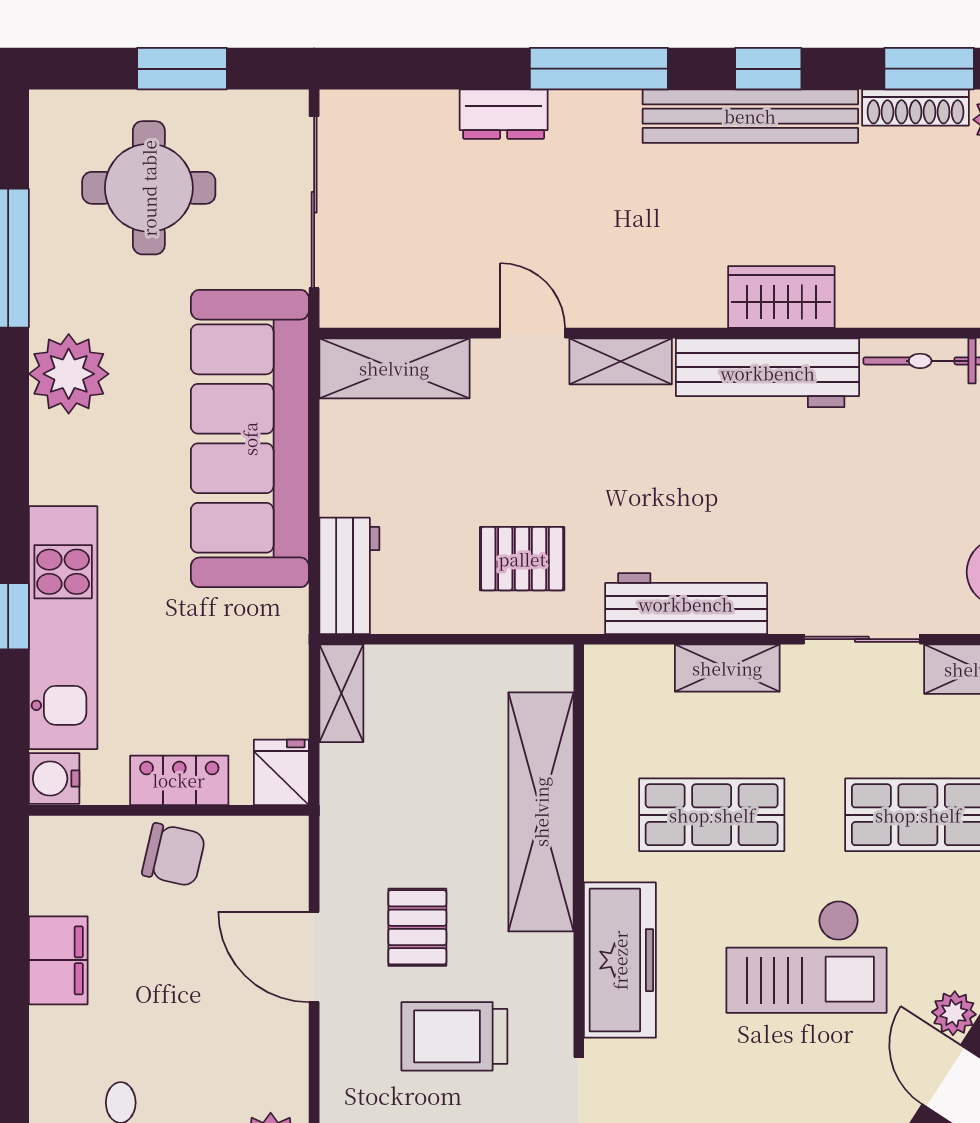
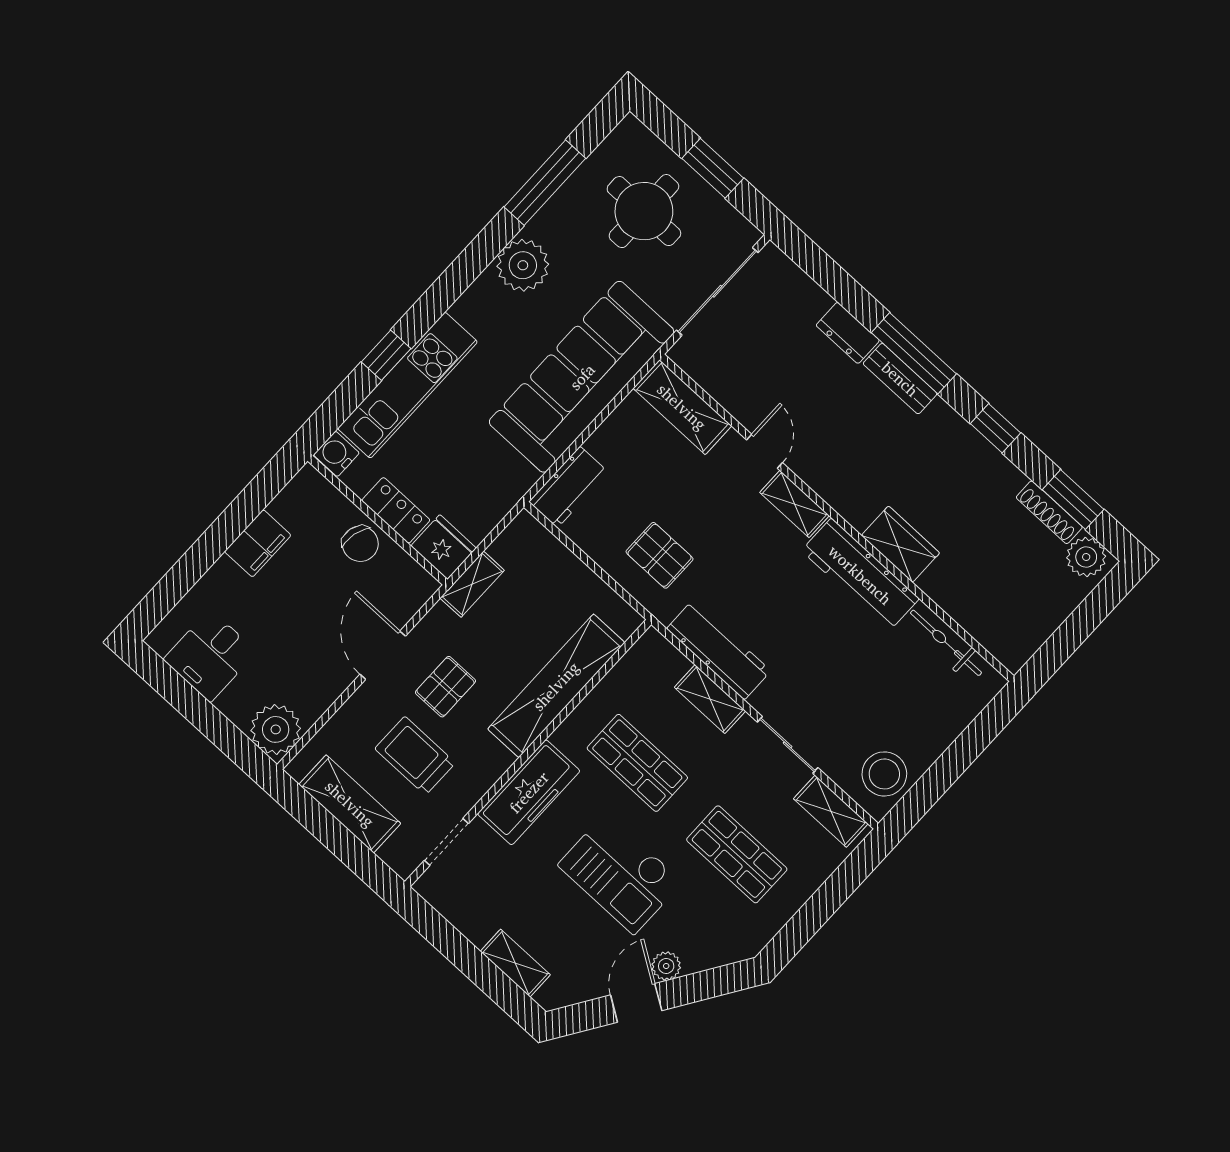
bench: (750, 116) -> (900, 379), moved, width x0.54, depth x0.82
shelving: (341, 693) -> (472, 584), moved
fridge: (281, 772) -> (444, 547), width x1.38

